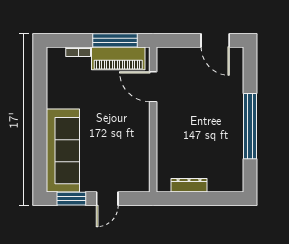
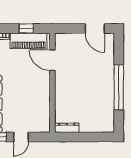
window: (115, 40) -> (26, 29), width x0.46
dresser: (189, 185) -> (67, 128), moved

